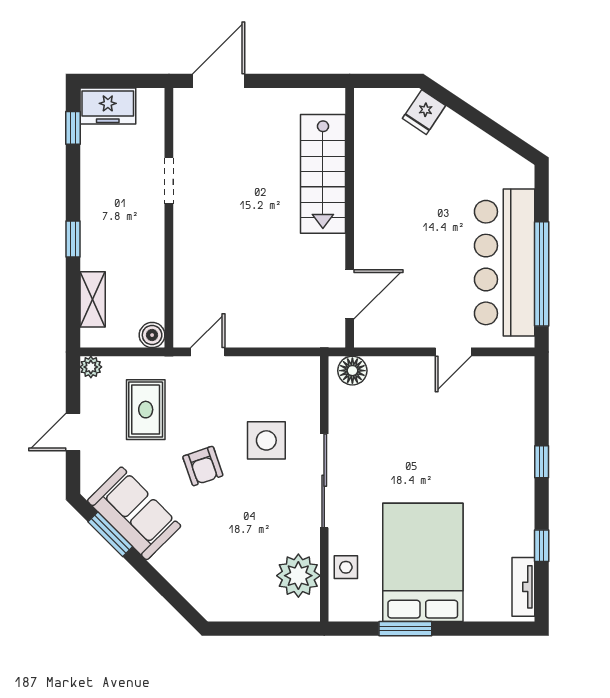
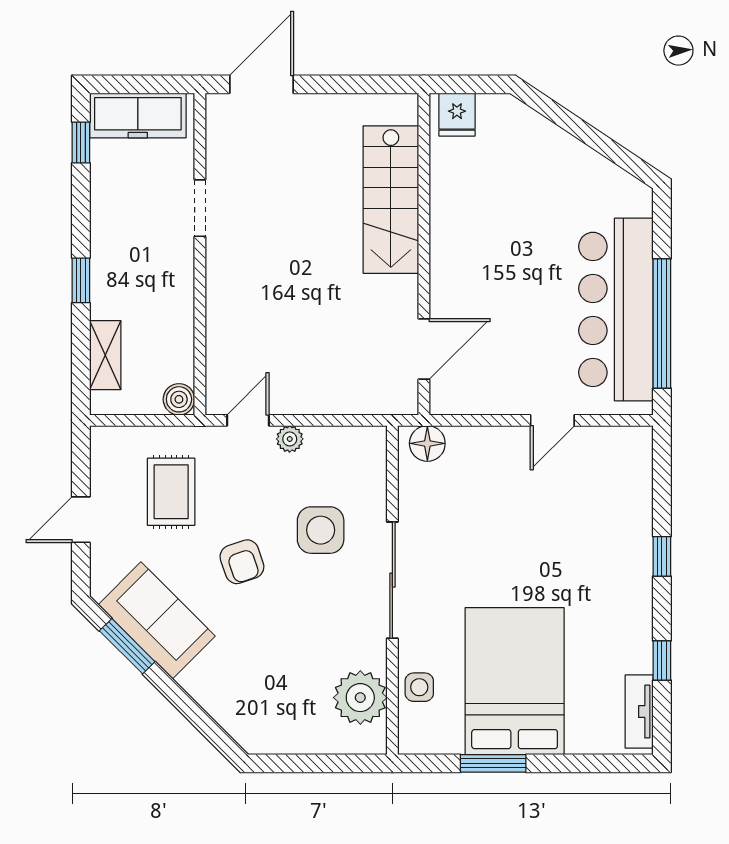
freezer: (108, 106) -> (138, 115), width x1.40
fridge: (424, 112) -> (457, 115), moved, turned -34
plant: (91, 367) -> (290, 439), moved

